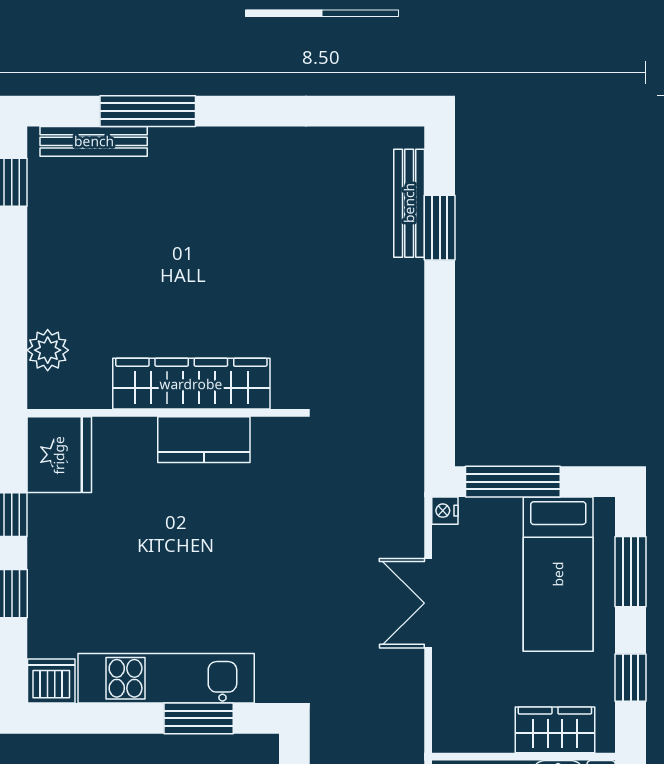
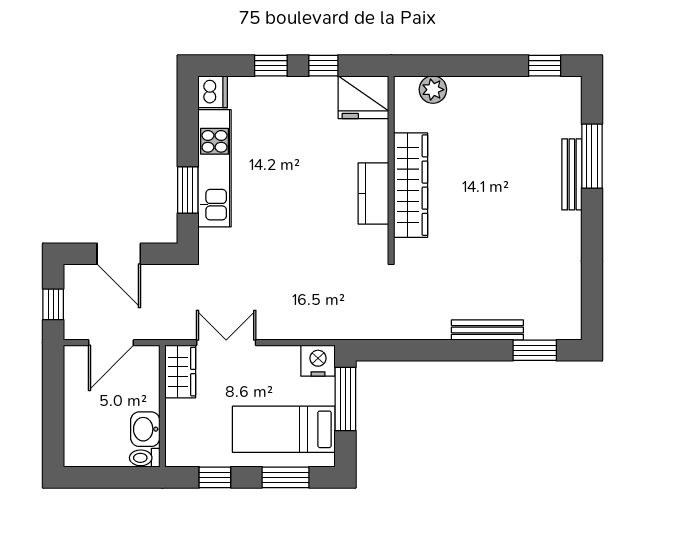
bench: (94, 141) -> (572, 174), moved
bench: (409, 203) -> (487, 330), moved
window: (440, 228) -> (535, 350), moved
nightstand: (445, 511) -> (318, 361), width x1.89, depth x1.79
double door: (428, 603) -> (226, 343), moved
wardrobe: (555, 730) -> (180, 372), moved

